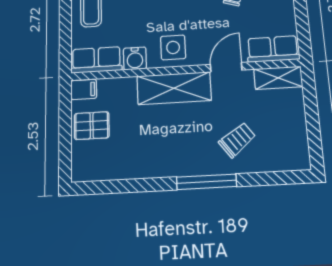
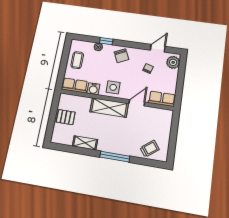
shelving: (278, 78) -> (85, 143), moved
filing cabinet: (84, 89) -> (66, 99), removed
trolley: (237, 140) -> (150, 149), moved

